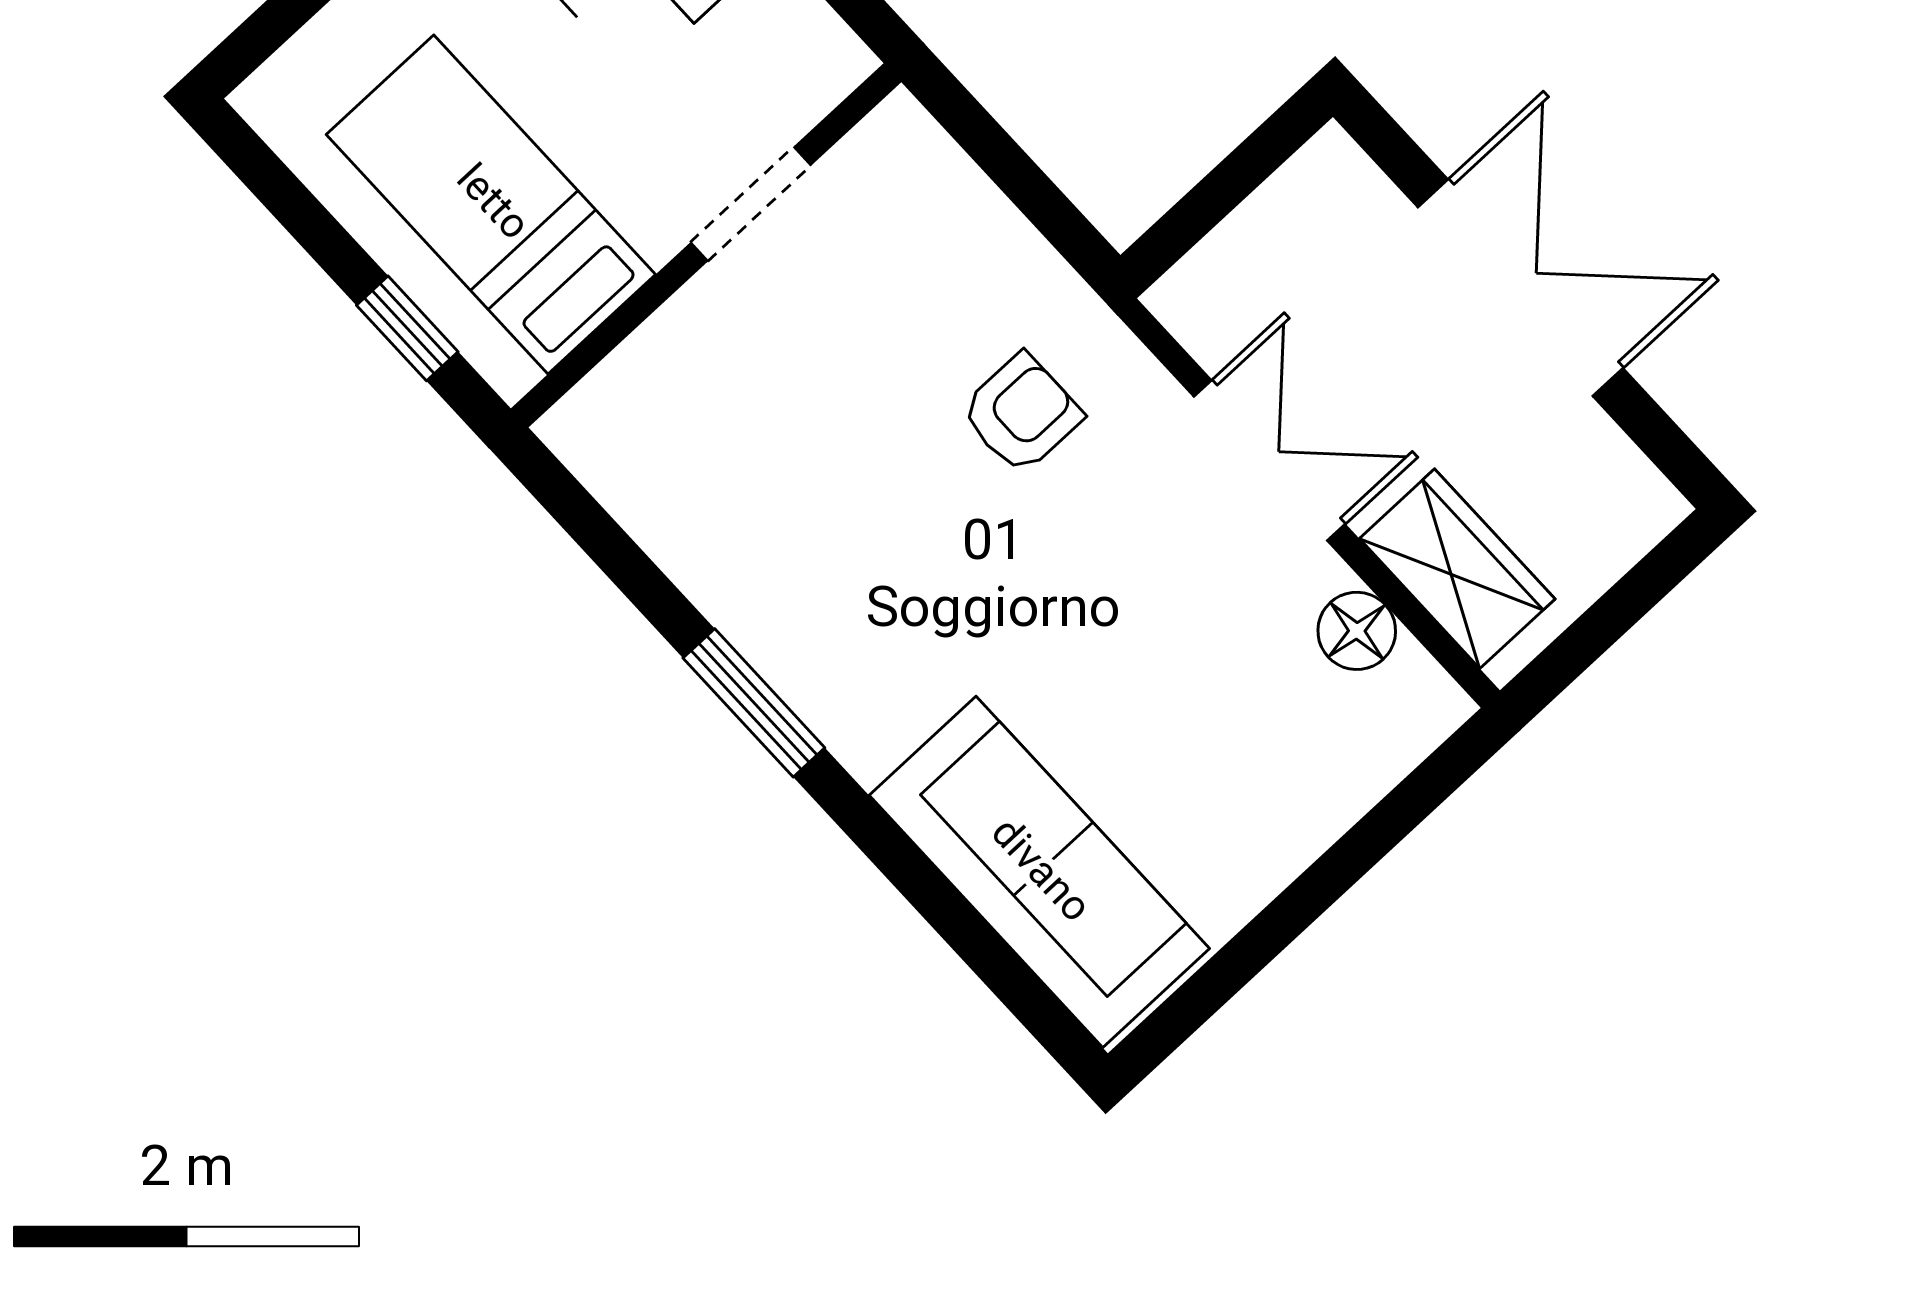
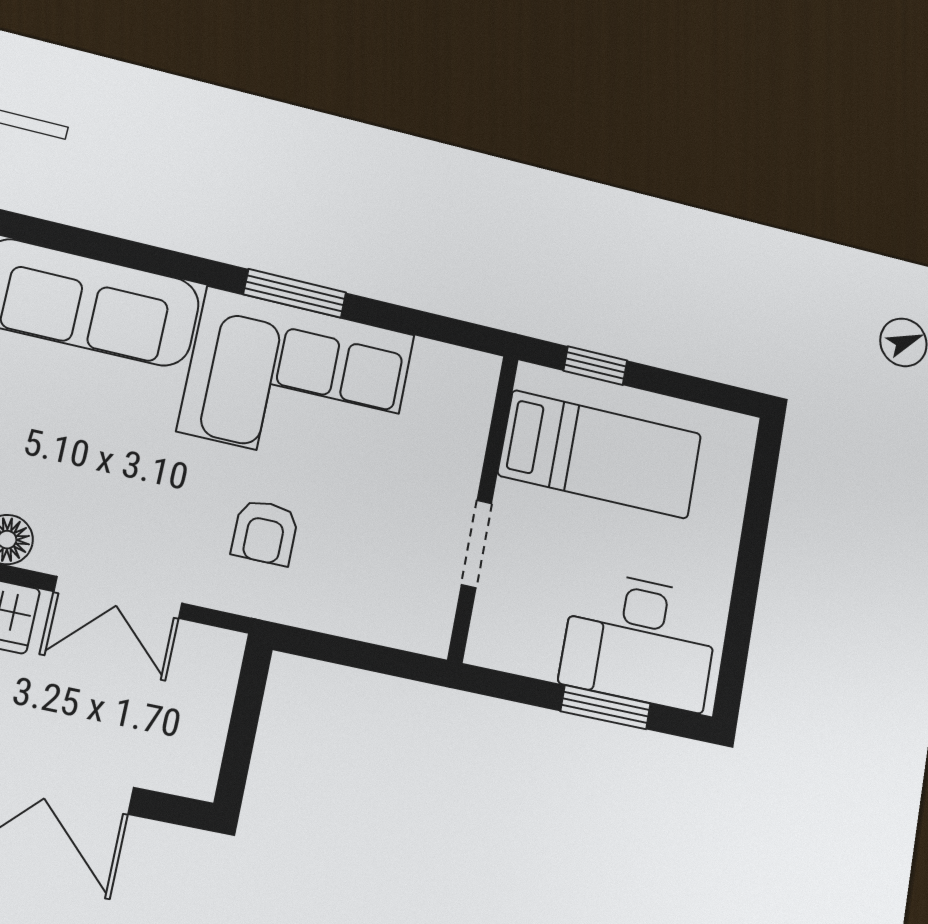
corner sofa: (838, 581) -> (297, 383), added

